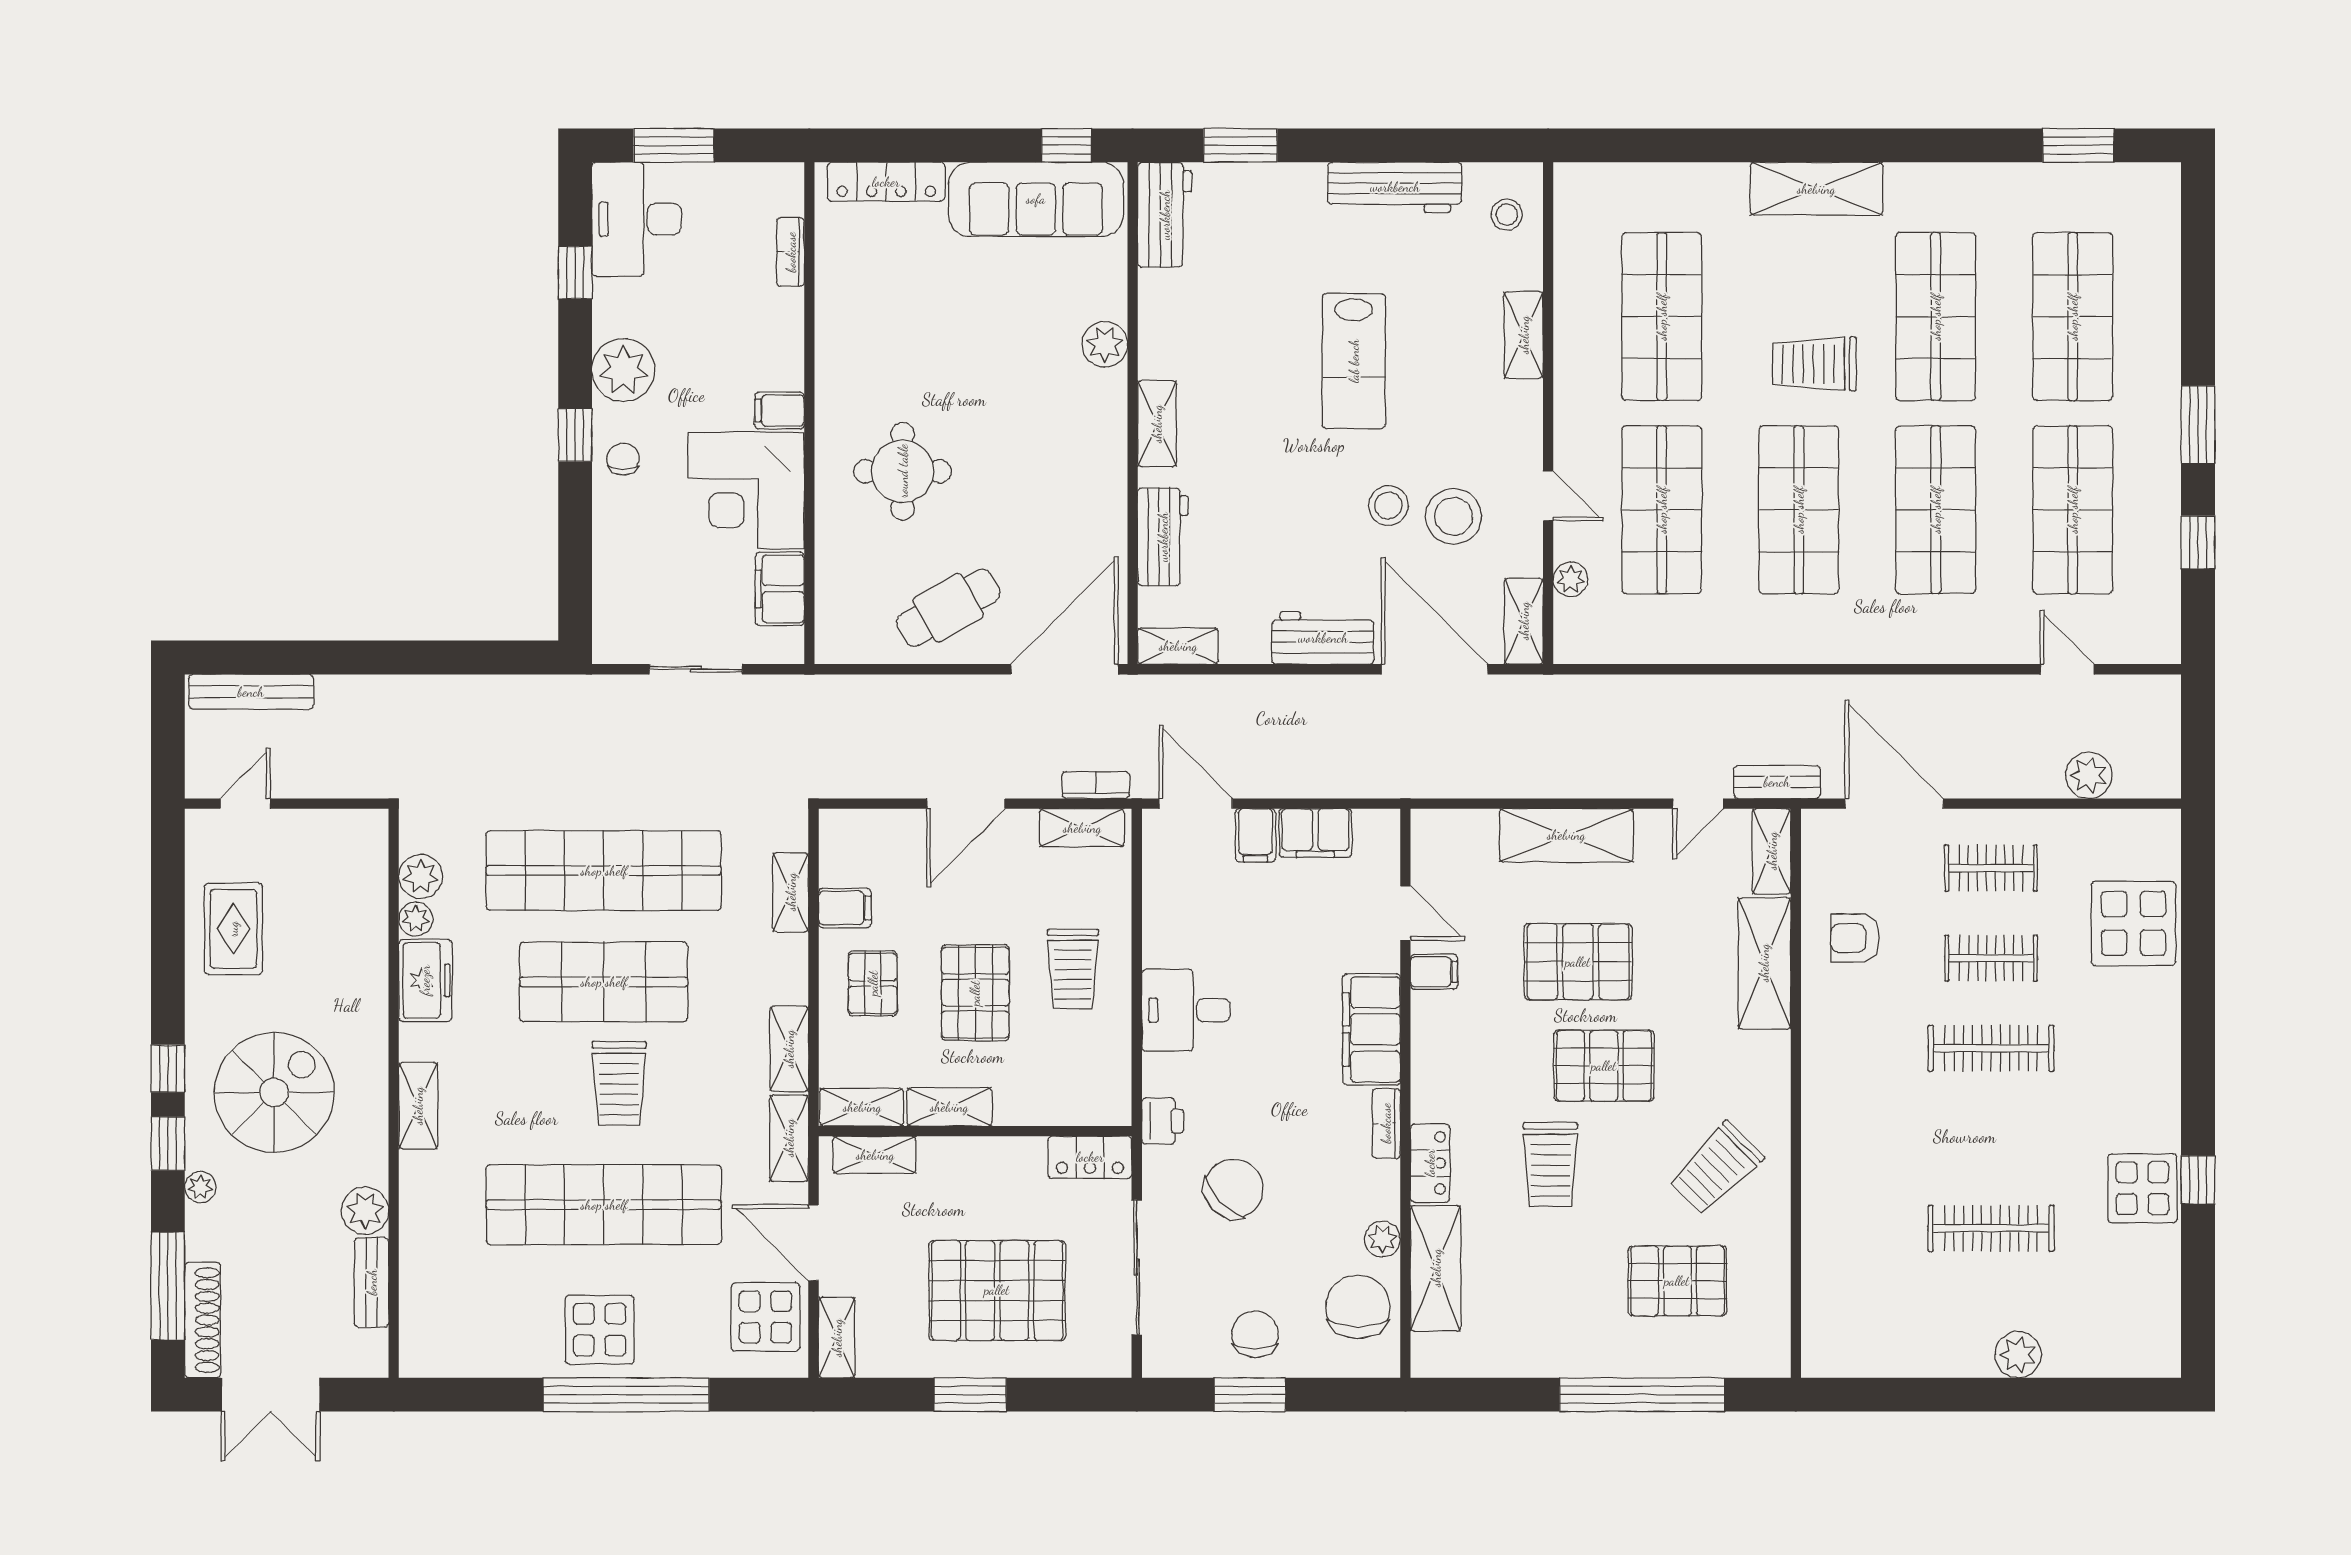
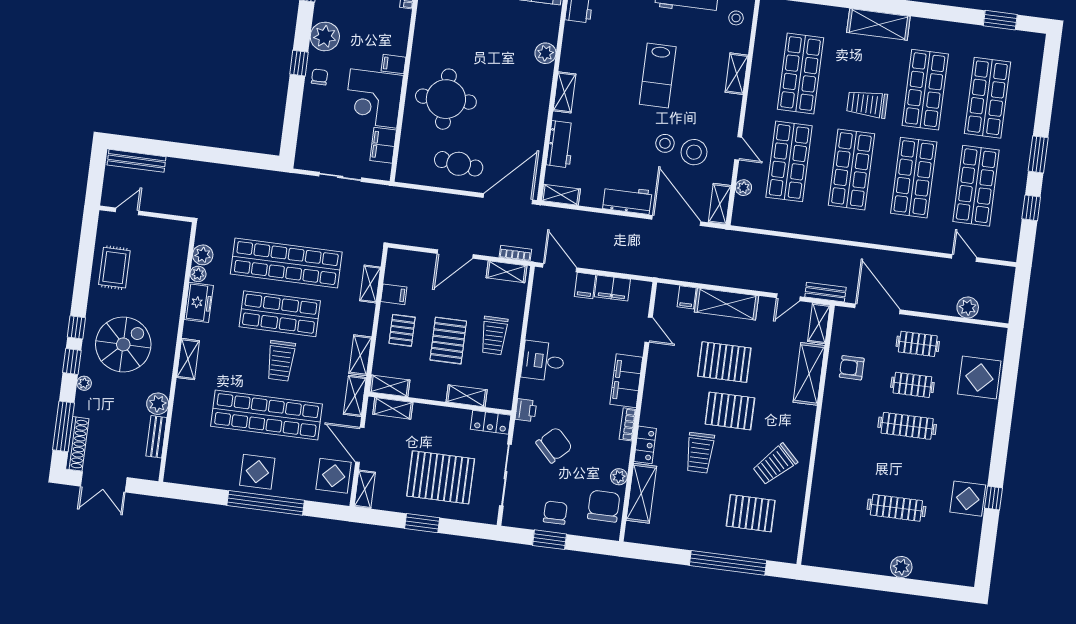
round table: (903, 471) -> (446, 99), width x1.36, depth x1.36
cafe table: (948, 608) -> (459, 164), turned 37
filing cabinet: (1434, 972) -> (687, 297), moved, turned 90
shelving: (949, 1107) -> (467, 396), moved

